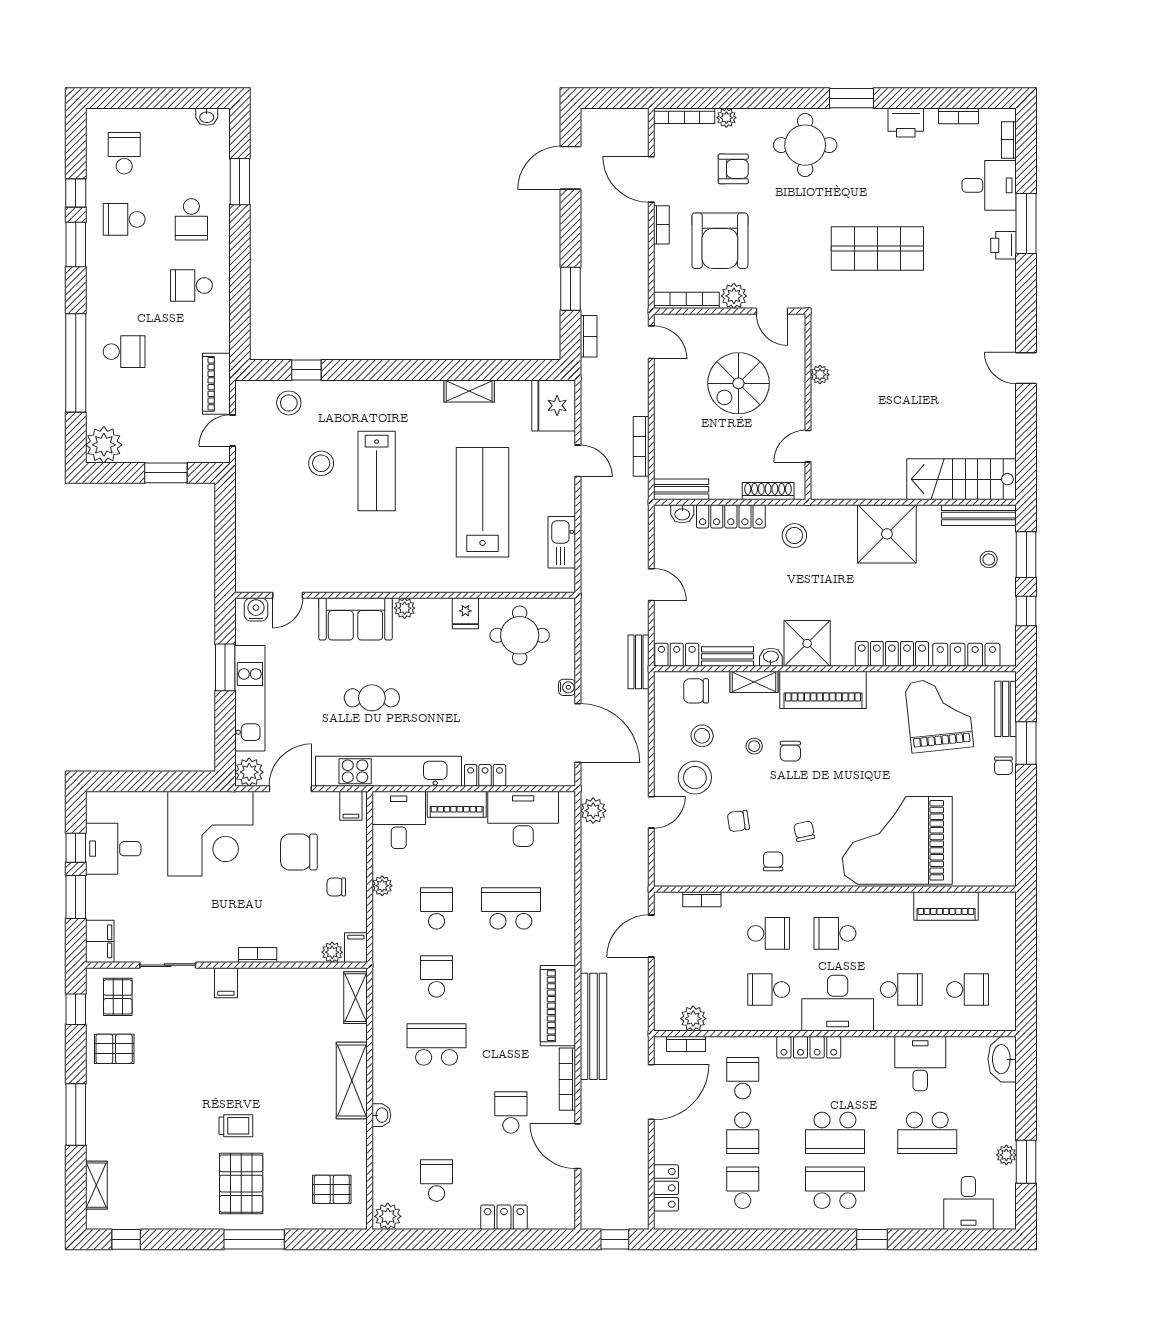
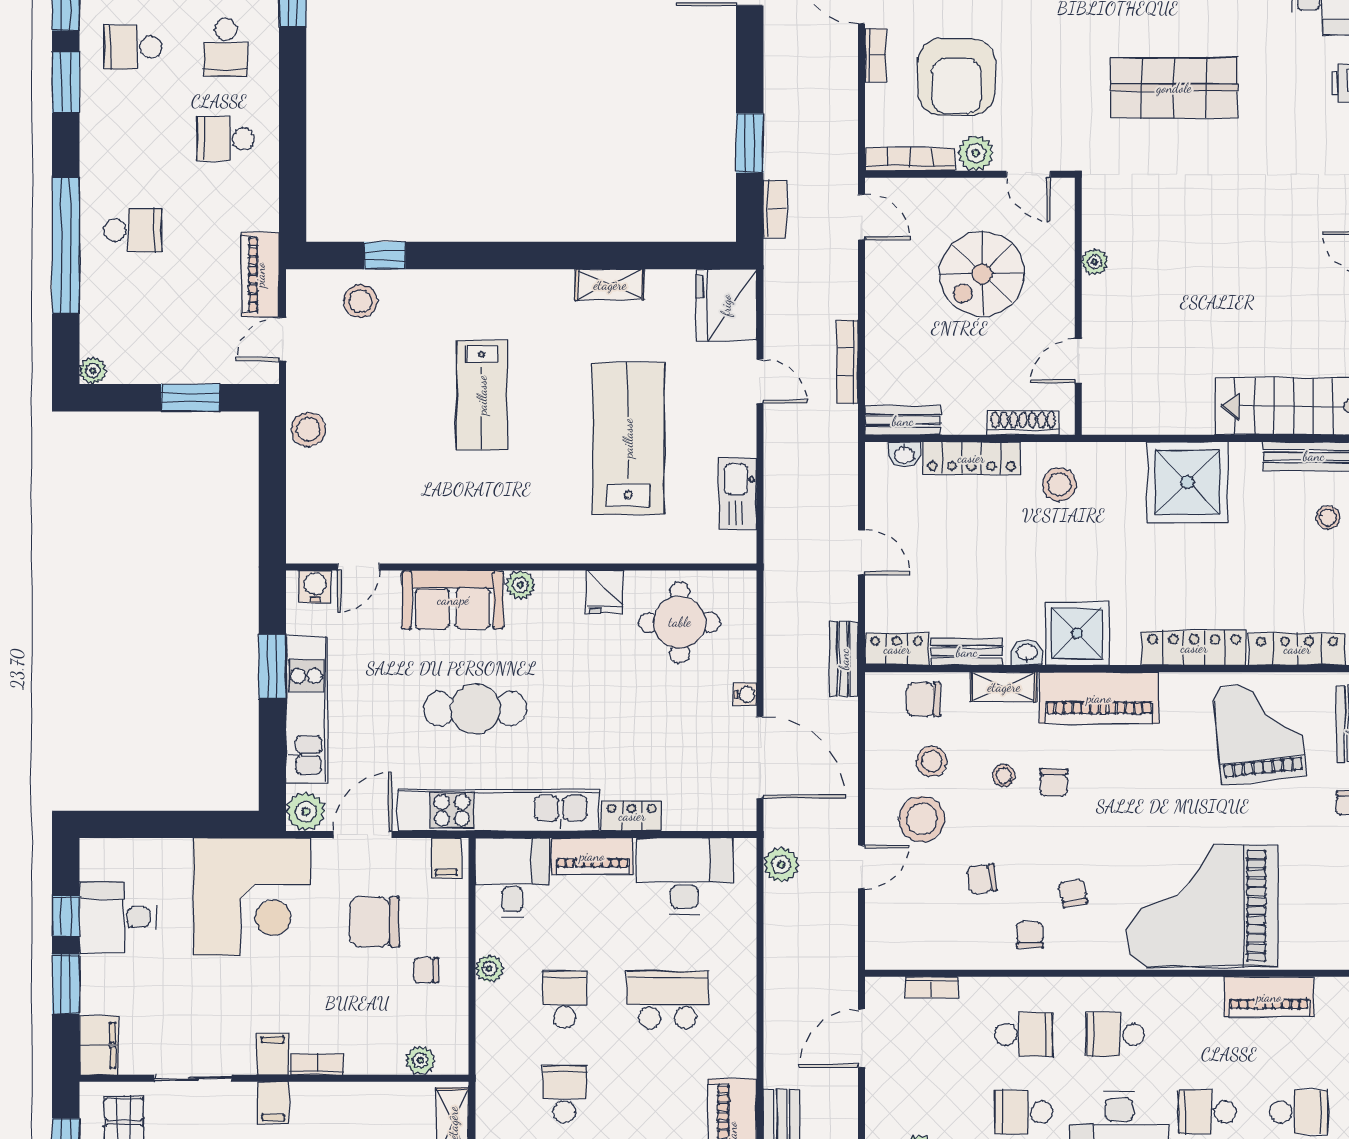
plant: (104, 445) -> (93, 371), width x0.53, depth x0.53
stool: (321, 463) -> (308, 429), moved
cafe table: (372, 698) -> (475, 709), width x1.37, depth x1.35
filing cabinet: (356, 948) -> (273, 1054), moved
school desk: (901, 990) -> (1207, 1112), turned 180

